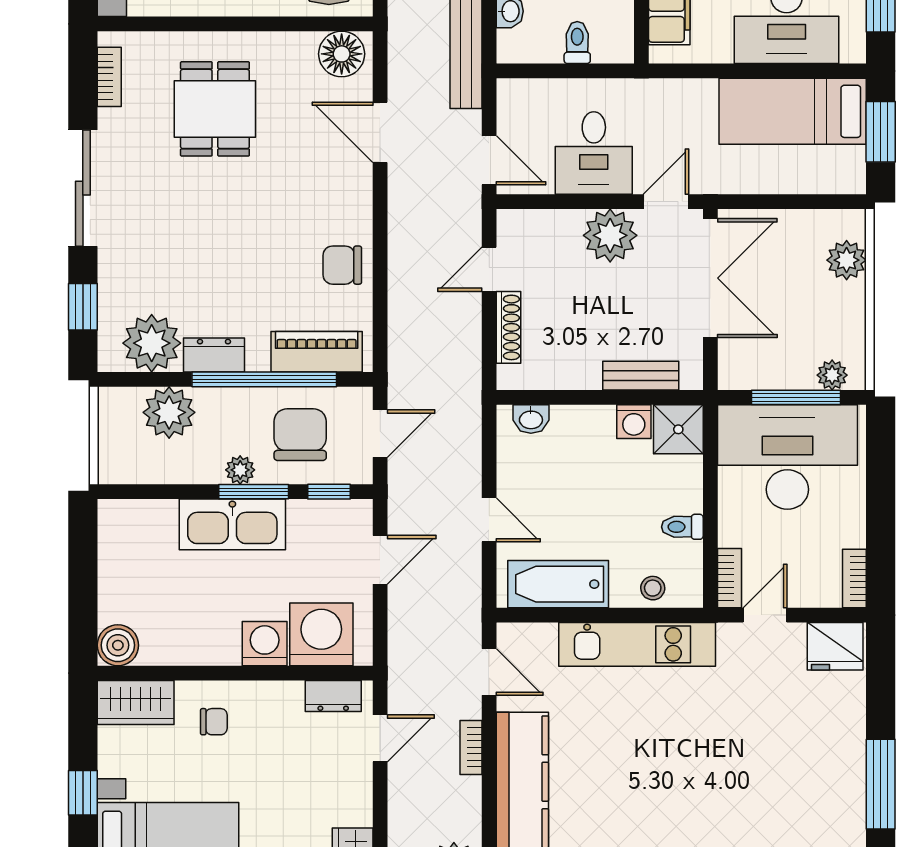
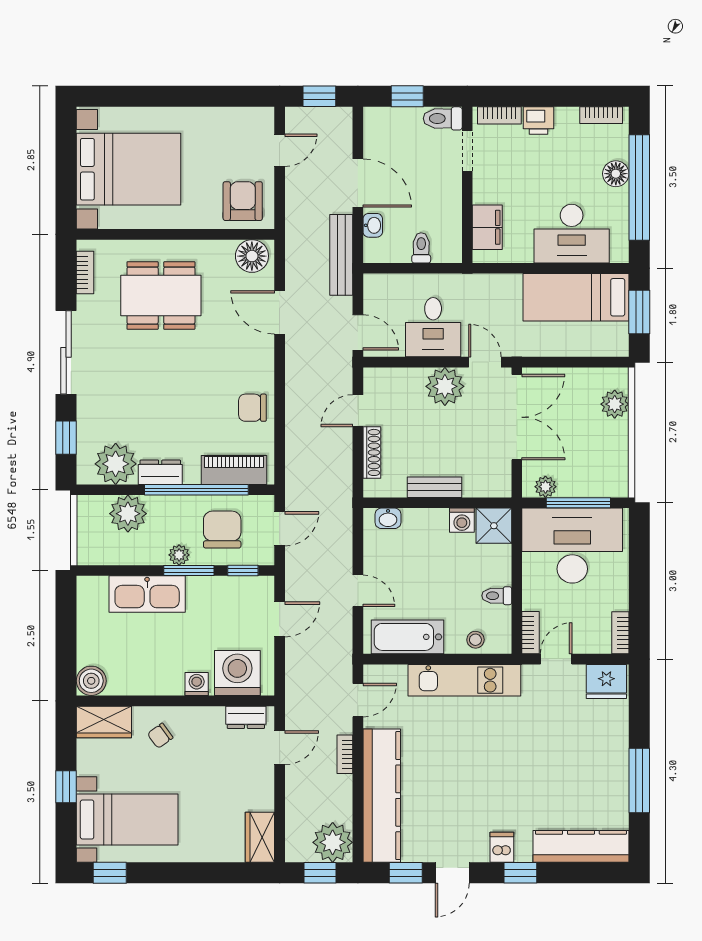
dining table: (215, 109) -> (161, 296), width x1.38
door: (666, 202) -> (485, 362), hinge flipped
plant: (832, 375) -> (545, 487), moved
bench: (641, 376) -> (434, 487), moved
kitchen sink: (232, 524) -> (147, 594), moved
washing machine: (265, 644) -> (197, 684), width x0.73, depth x0.73
door: (489, 672) -> (358, 700), hinge flipped
chair: (214, 722) -> (160, 736), turned 144

